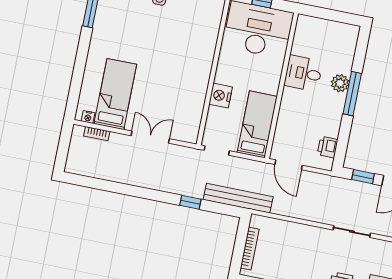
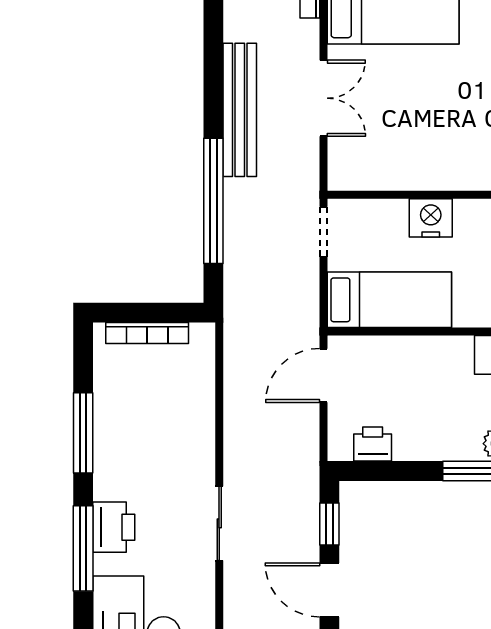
bench: (238, 198) -> (240, 110), moved
window: (190, 202) -> (213, 201), width x3.17

